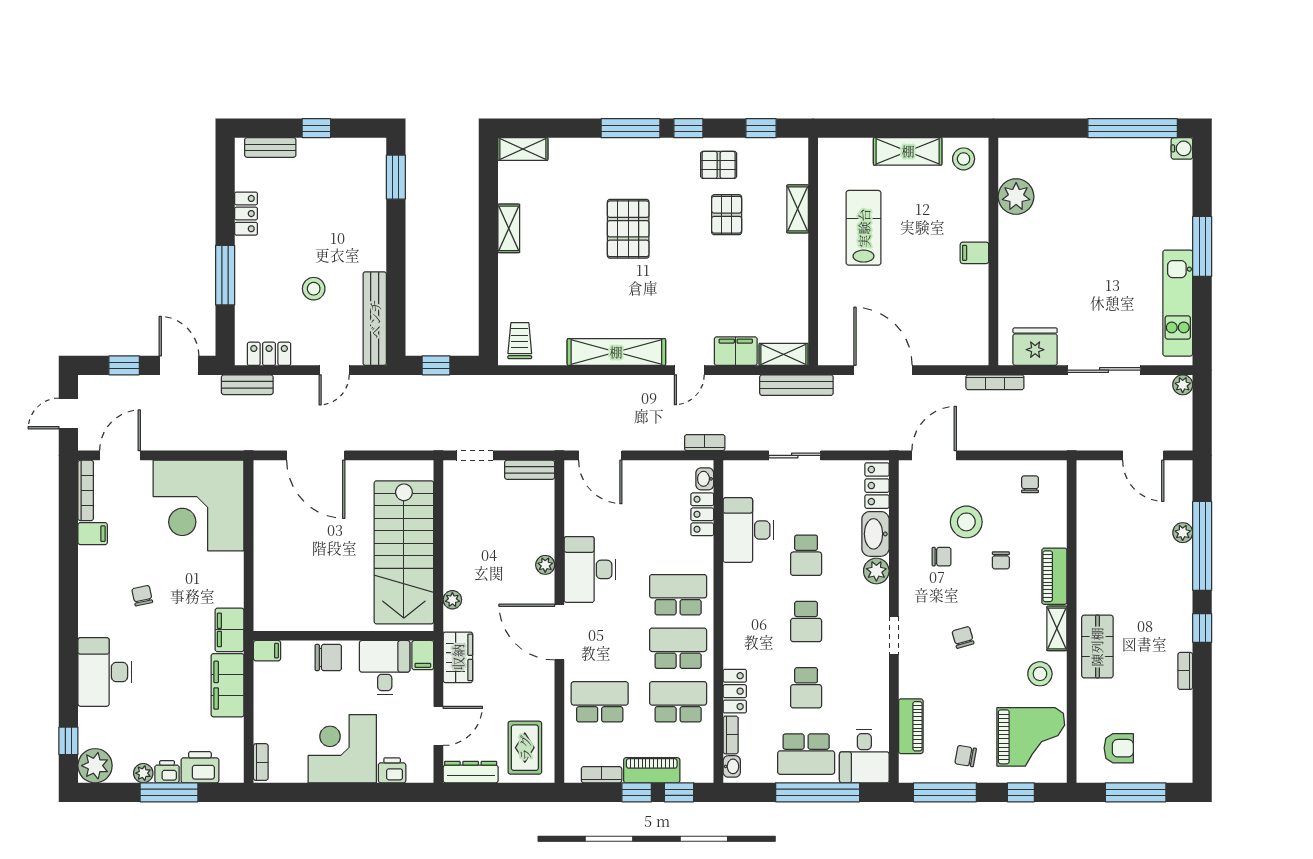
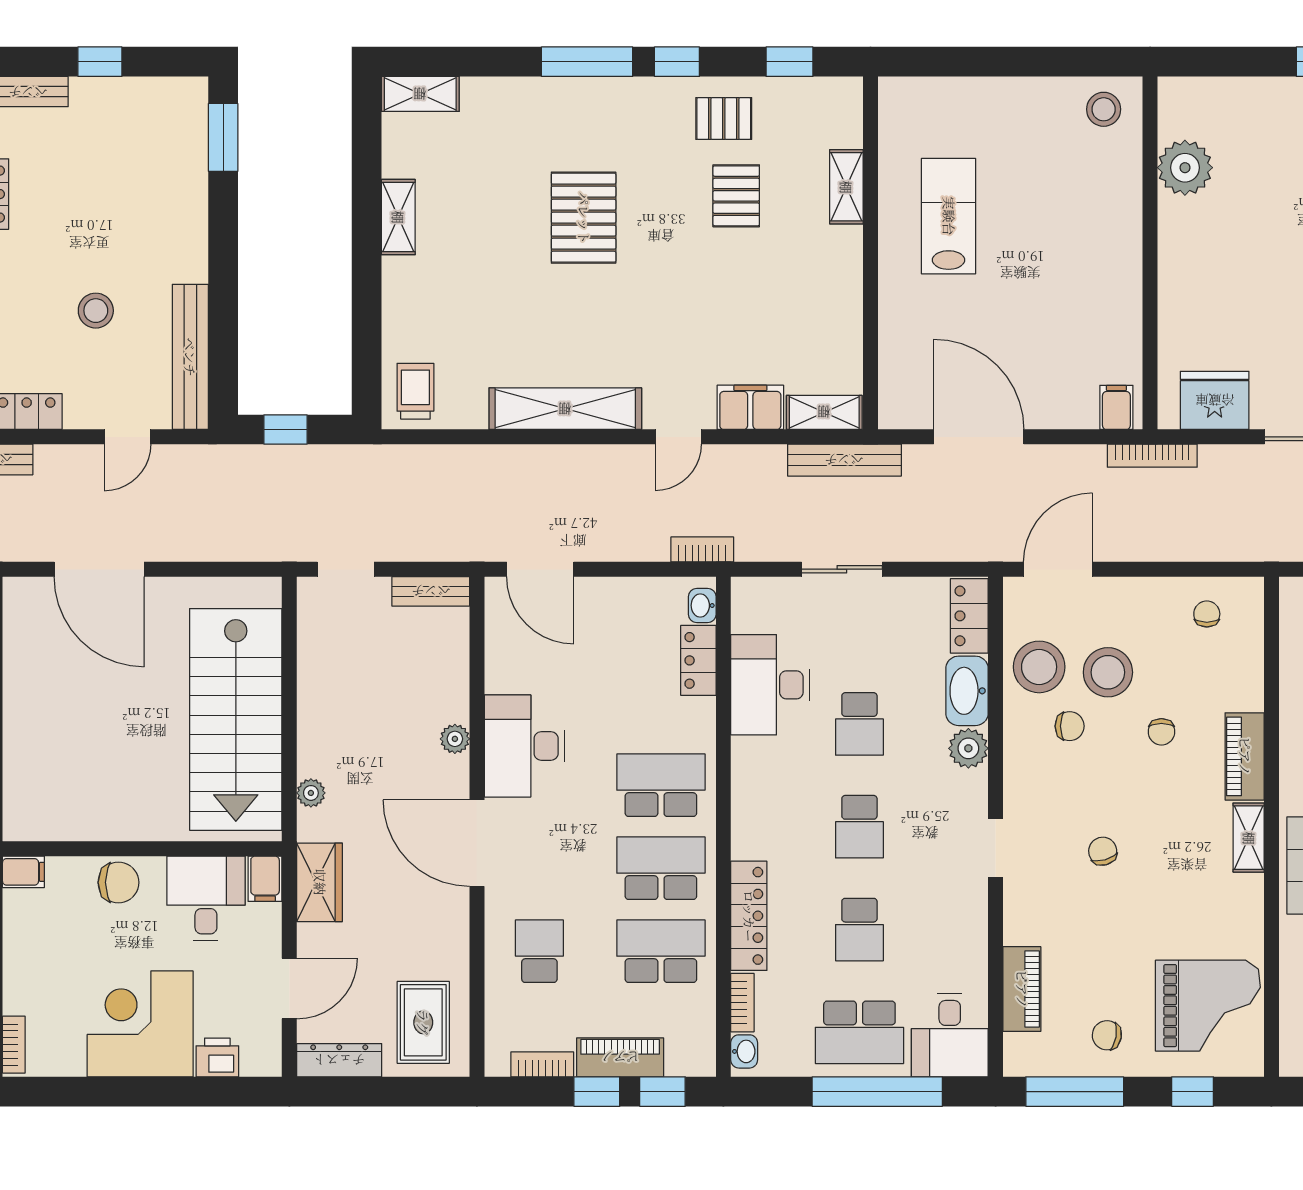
shelving: (908, 151) -> (1017, 98), removed
filing cabinet: (974, 253) -> (1116, 407), moved, turned 90
stool: (1040, 674) -> (1039, 667), moved, width x1.38, depth x1.38
locker: (735, 691) -> (749, 916), width x1.53
school desk: (600, 702) -> (539, 951), width x0.54

